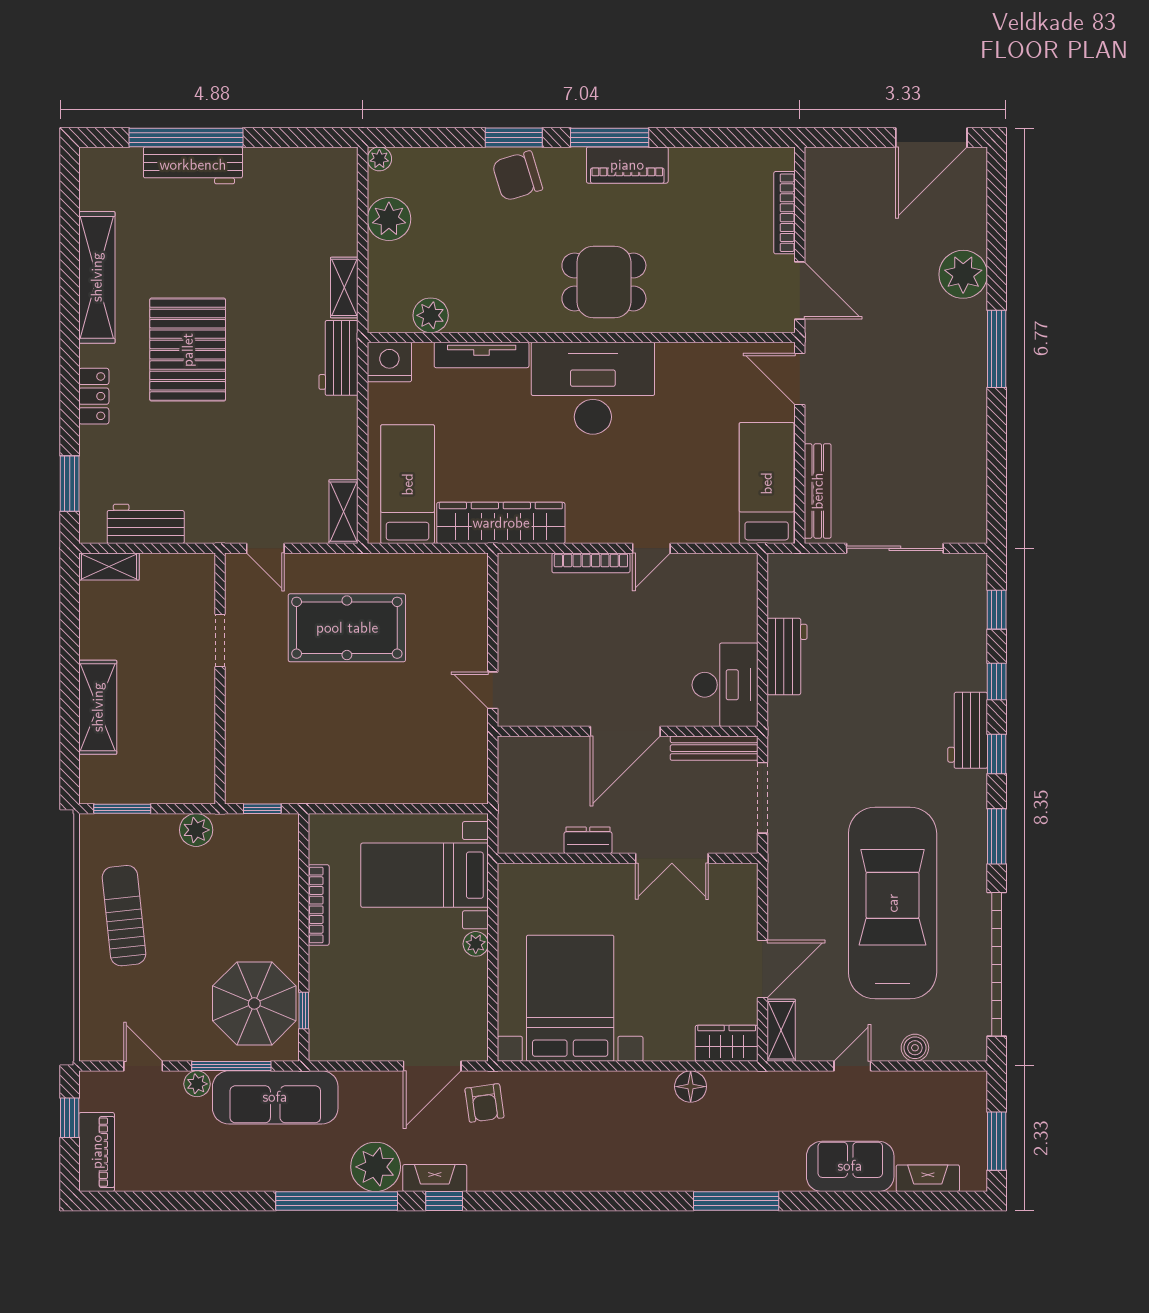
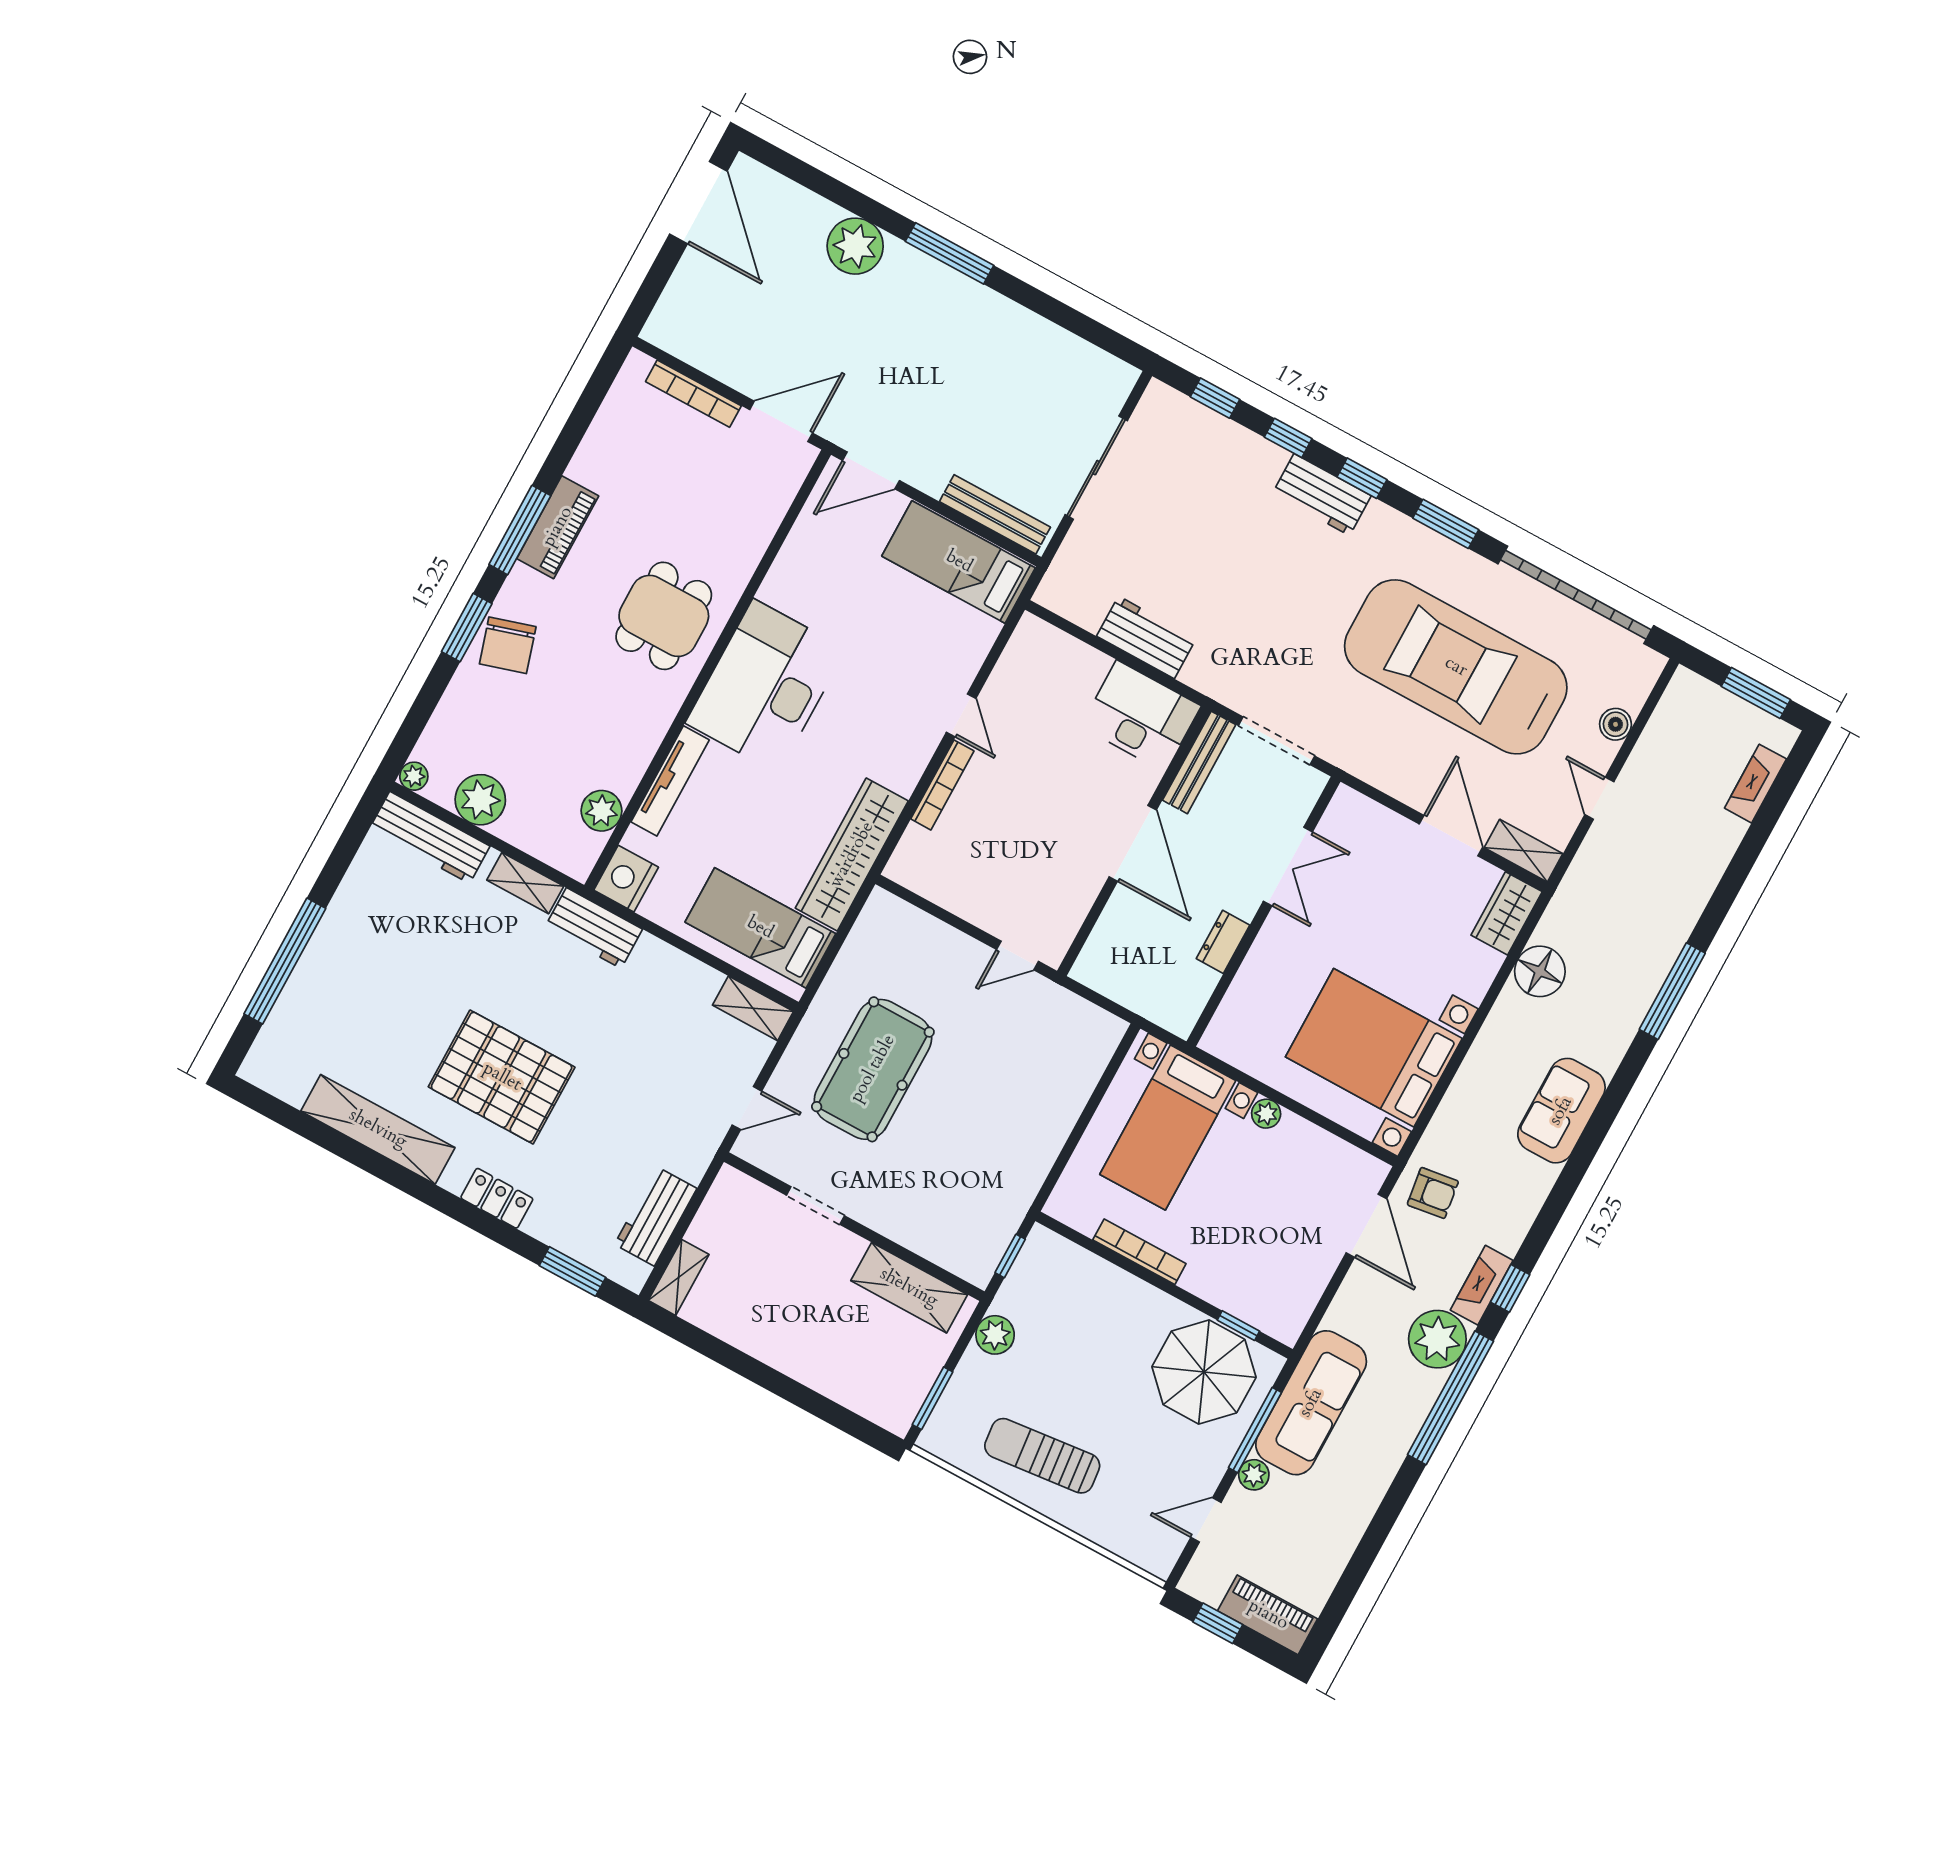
workbench: (193, 165) -> (430, 838), moved, turned 90
shelving: (98, 707) -> (909, 1288), moved
floor lamp: (691, 1087) -> (1540, 971), width x1.38, depth x1.38
sofa: (850, 1166) -> (1561, 1111), moved

